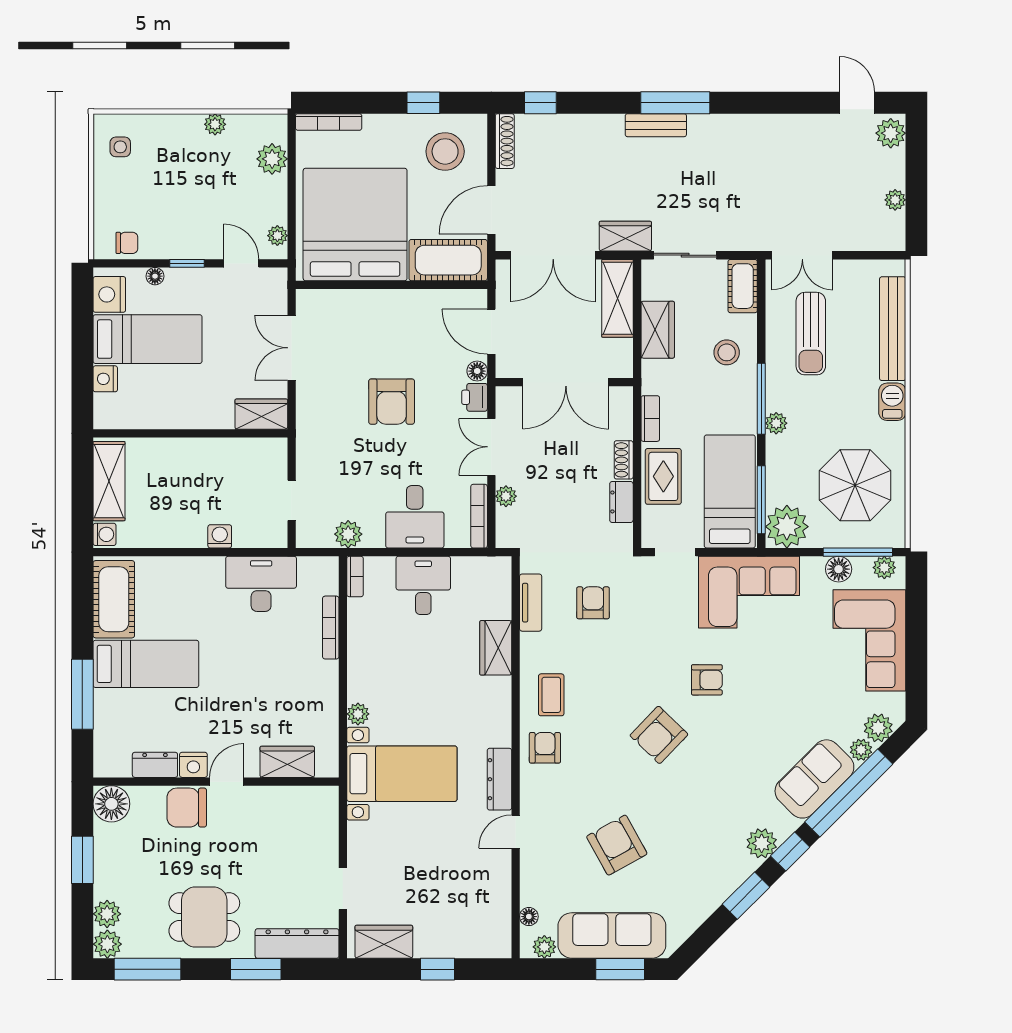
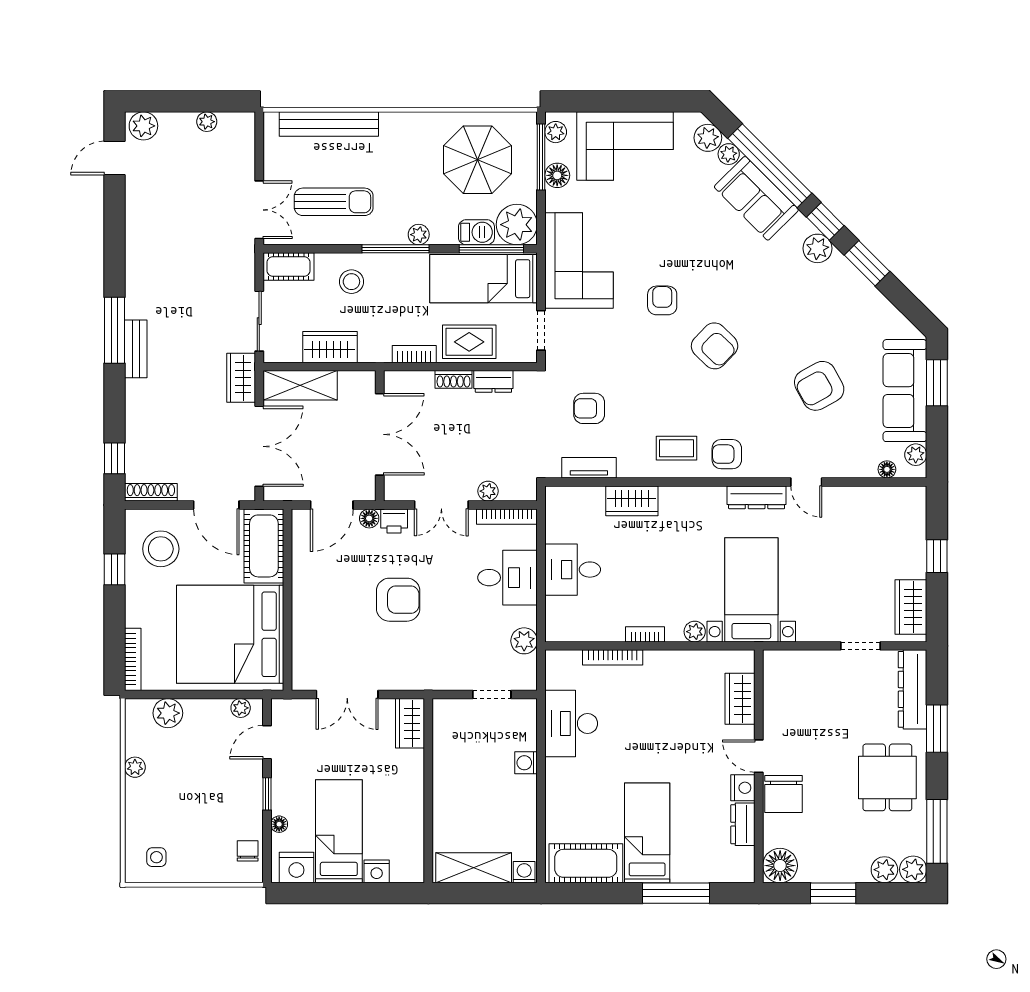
barbecue: (892, 402) -> (476, 232), moved, turned 180
bookcase: (355, 576) -> (645, 634), moved

